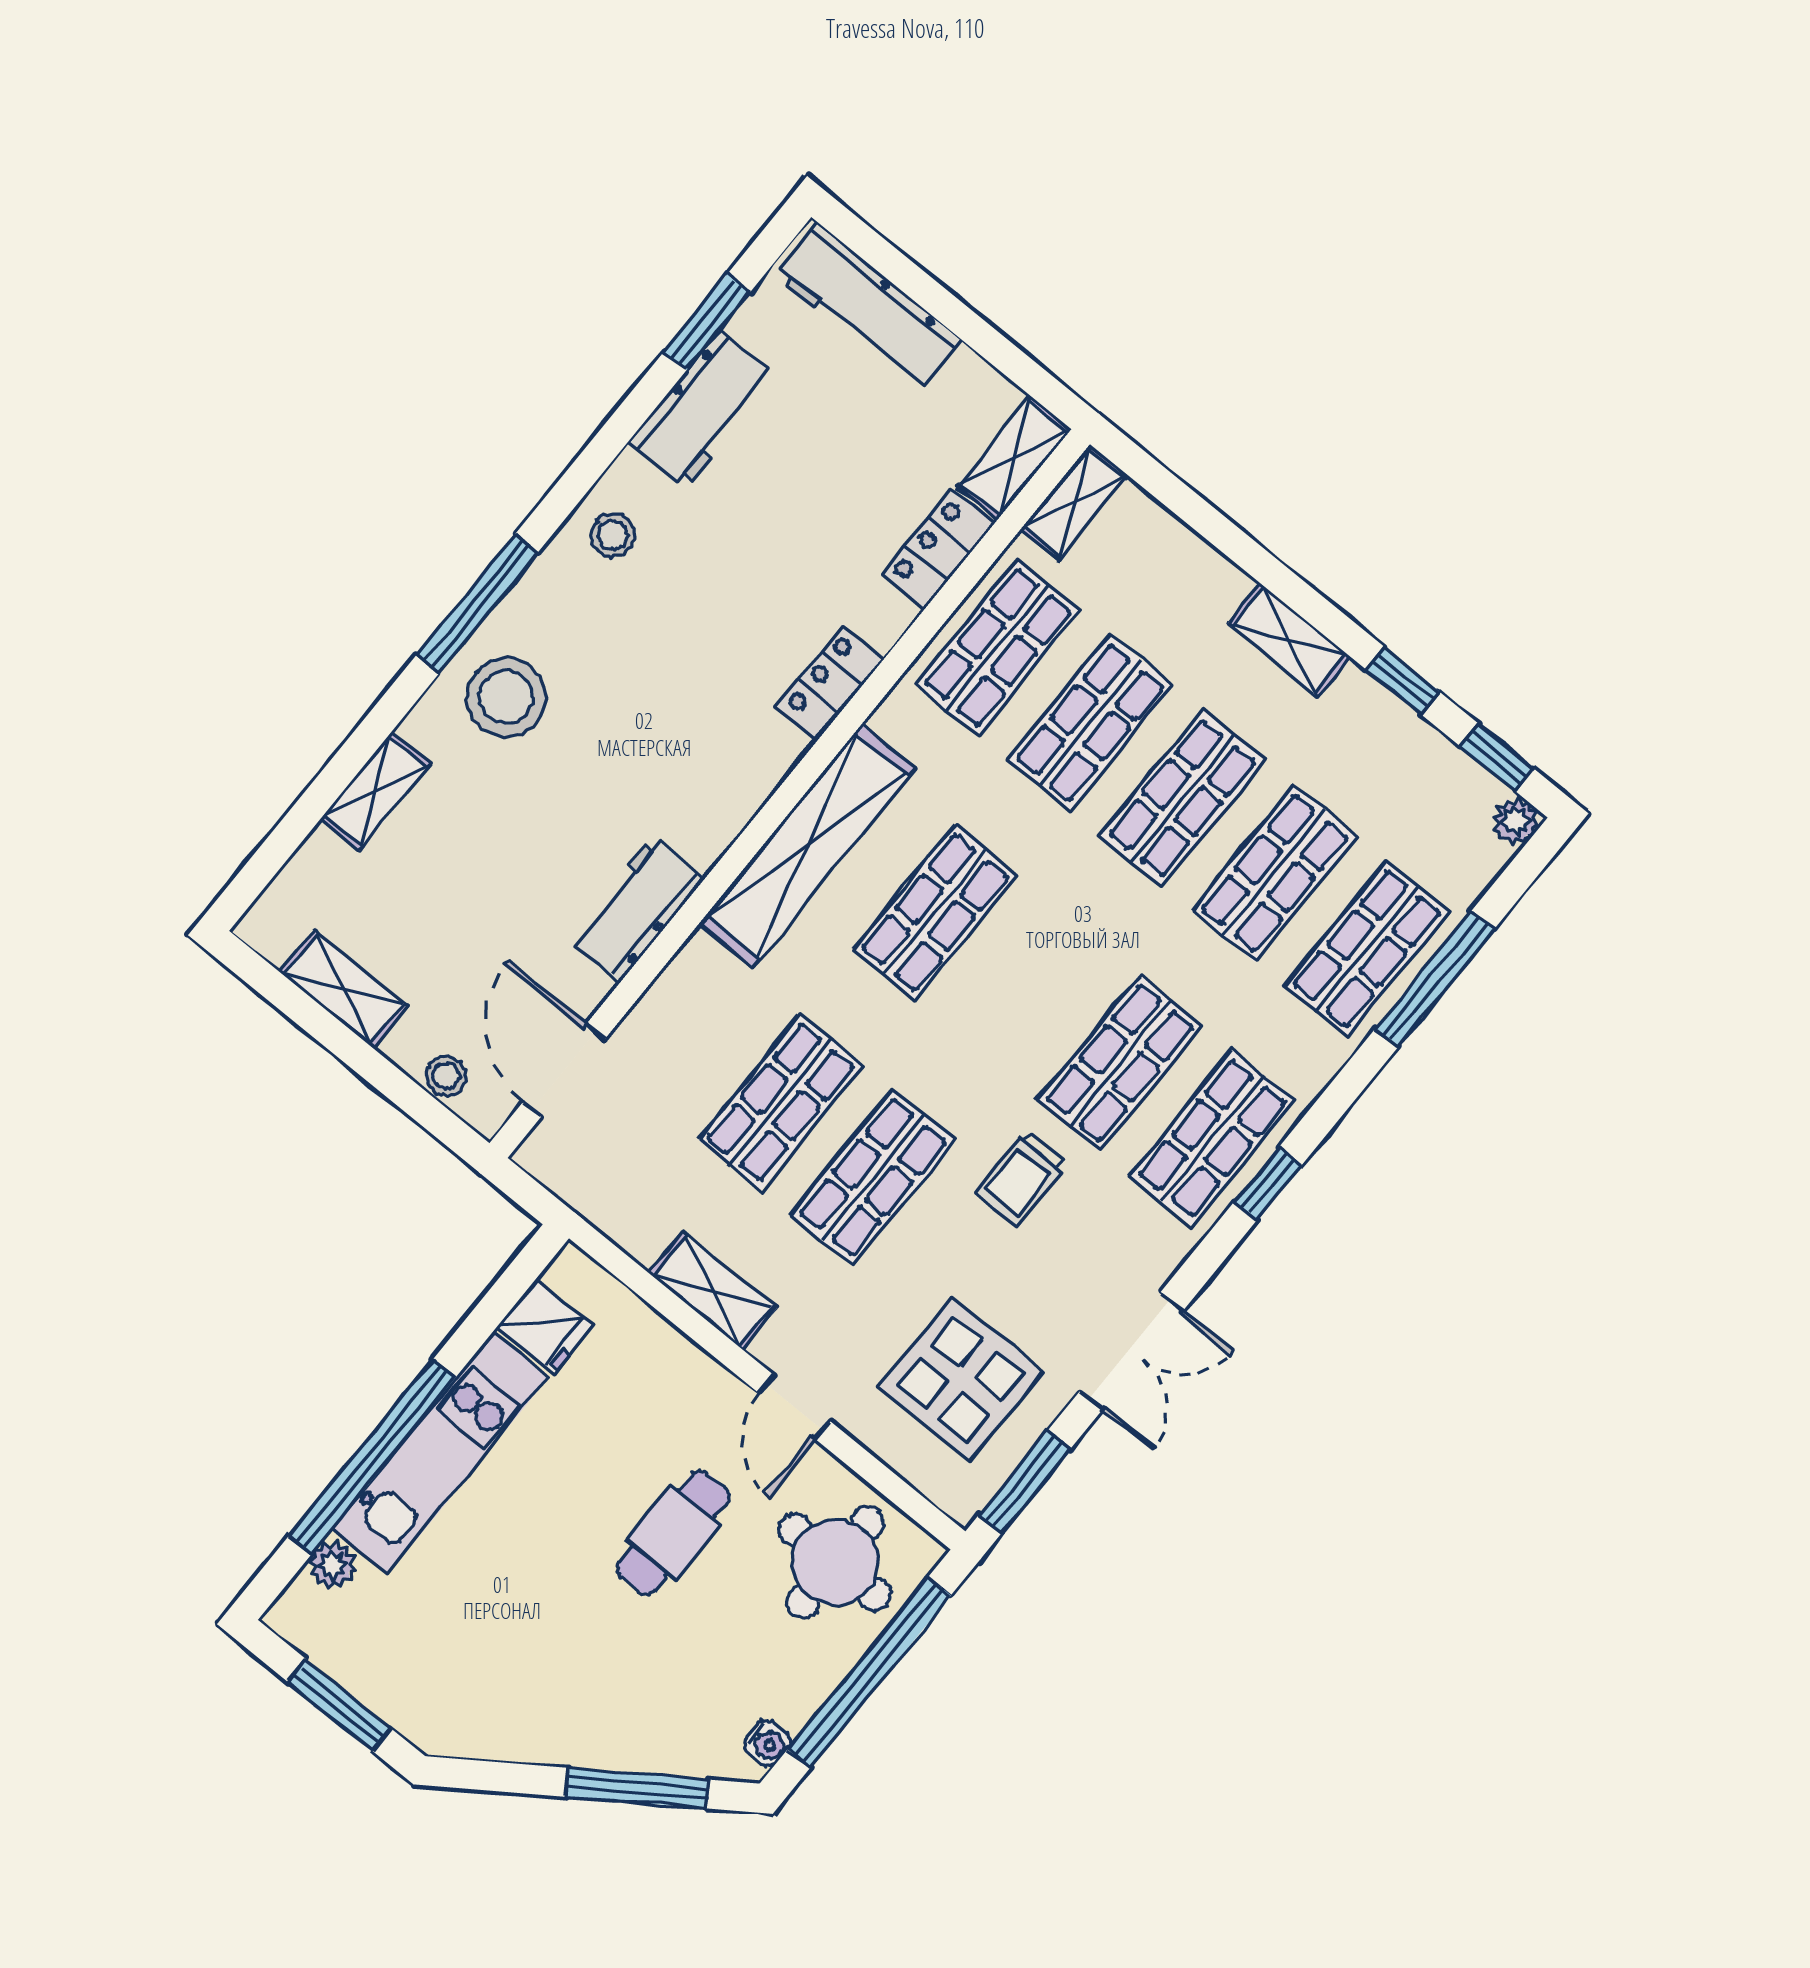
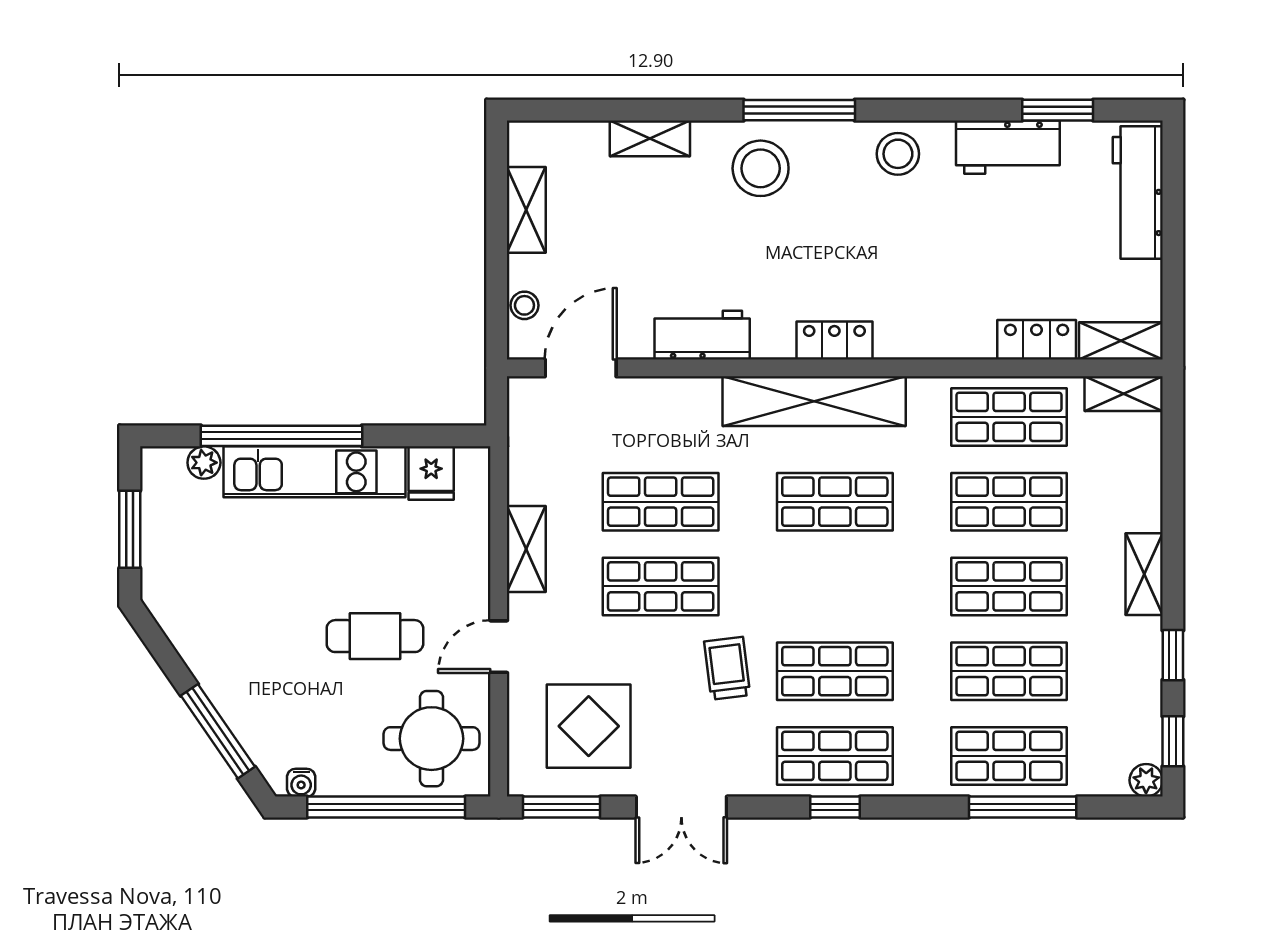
stool: (613, 535) -> (898, 154), width x1.37, depth x1.37
locker: (830, 683) -> (834, 341), moved
trolley: (1021, 1178) -> (727, 668), turned 83

